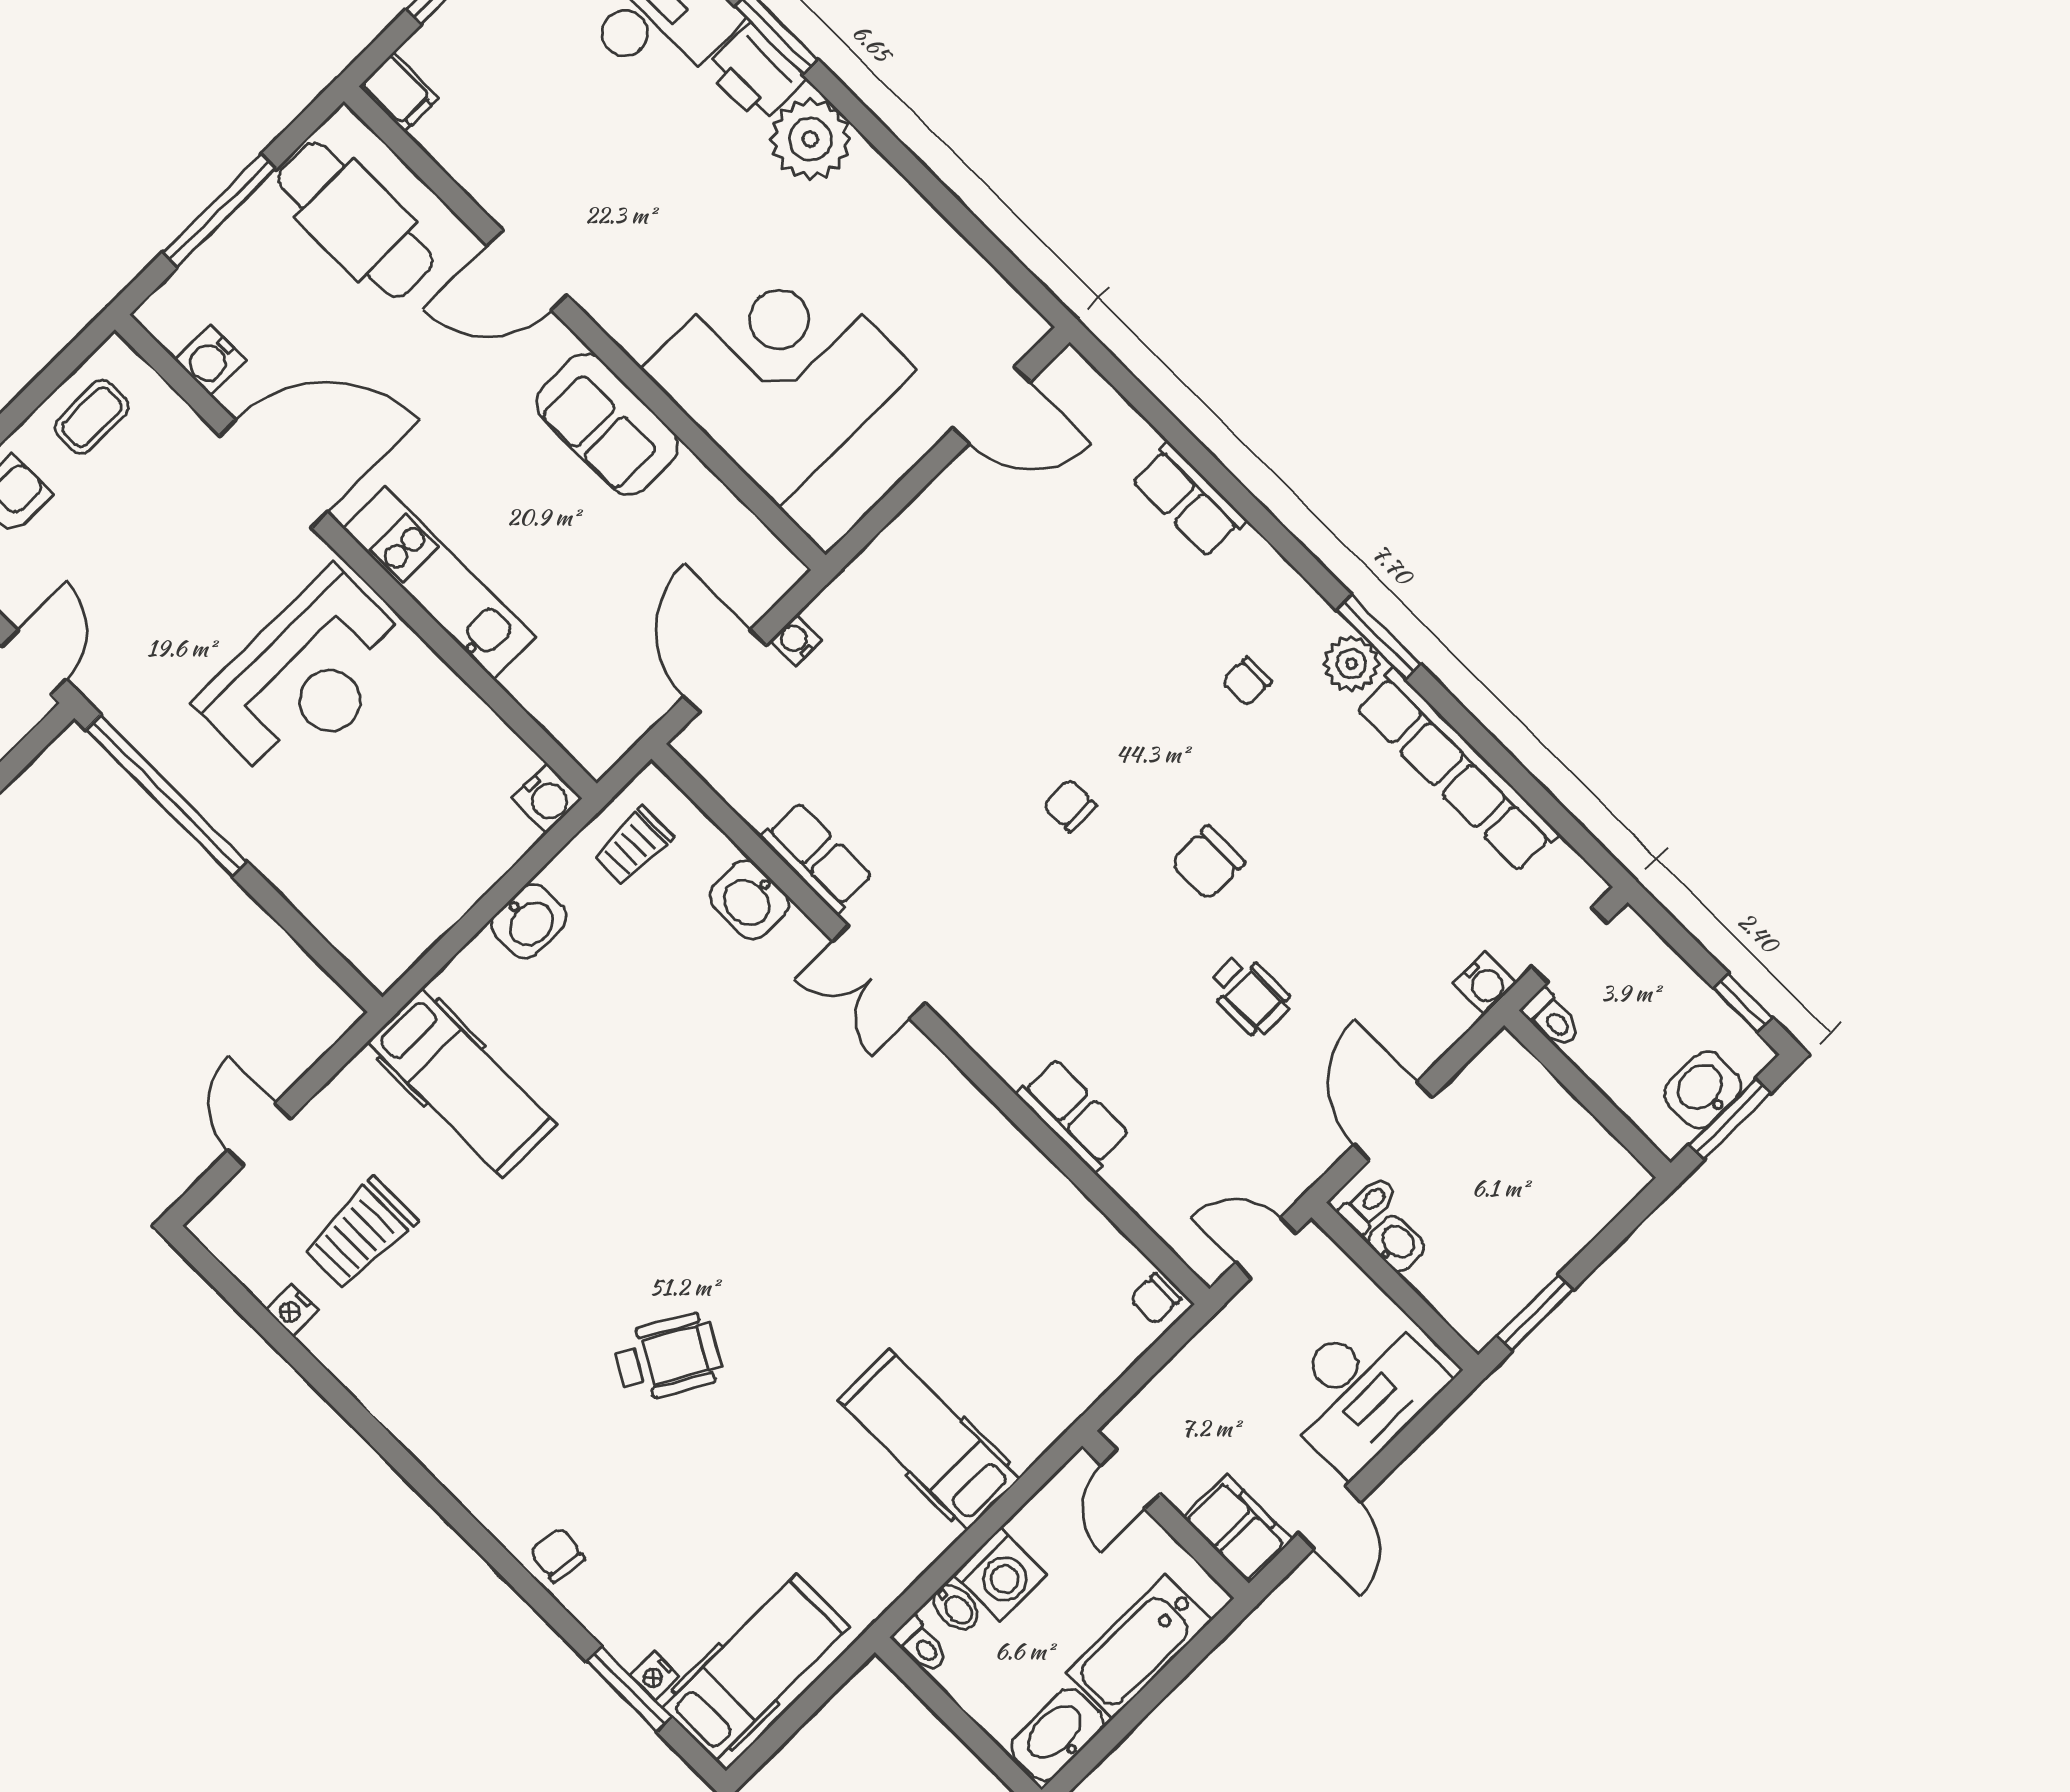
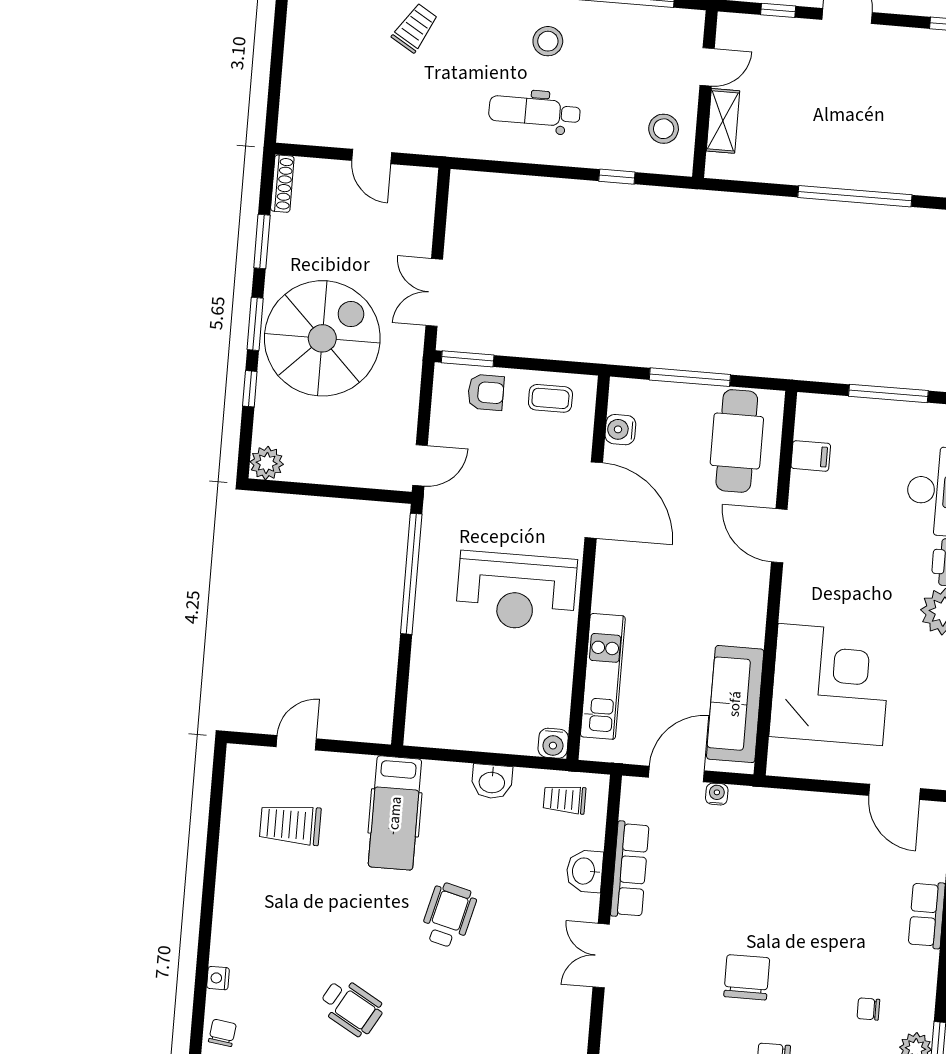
filing cabinet: (399, 92) -> (811, 456), moved, turned -90
sofa: (607, 424) -> (735, 704), moved, width x1.36
kitchen unit: (439, 583) -> (603, 676), moved
chair: (1070, 805) -> (747, 977), width x1.87, depth x1.87
row of seats: (817, 858) -> (630, 870), width x1.48
wheelchair: (656, 1127) -> (449, 915), added
nightstand: (292, 1310) -> (218, 978), moved

